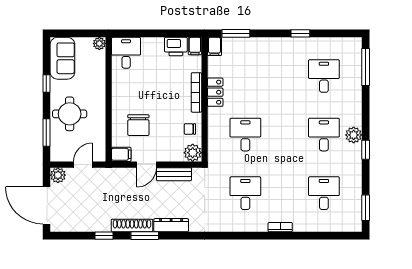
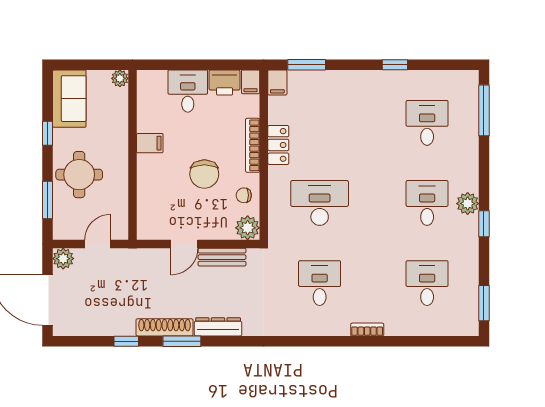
desk: (126, 53) -> (188, 91), moved
chair: (138, 125) -> (204, 174), moved
desk: (245, 135) -> (320, 203), width x1.37
filing cabinet: (121, 154) -> (150, 143), moved

